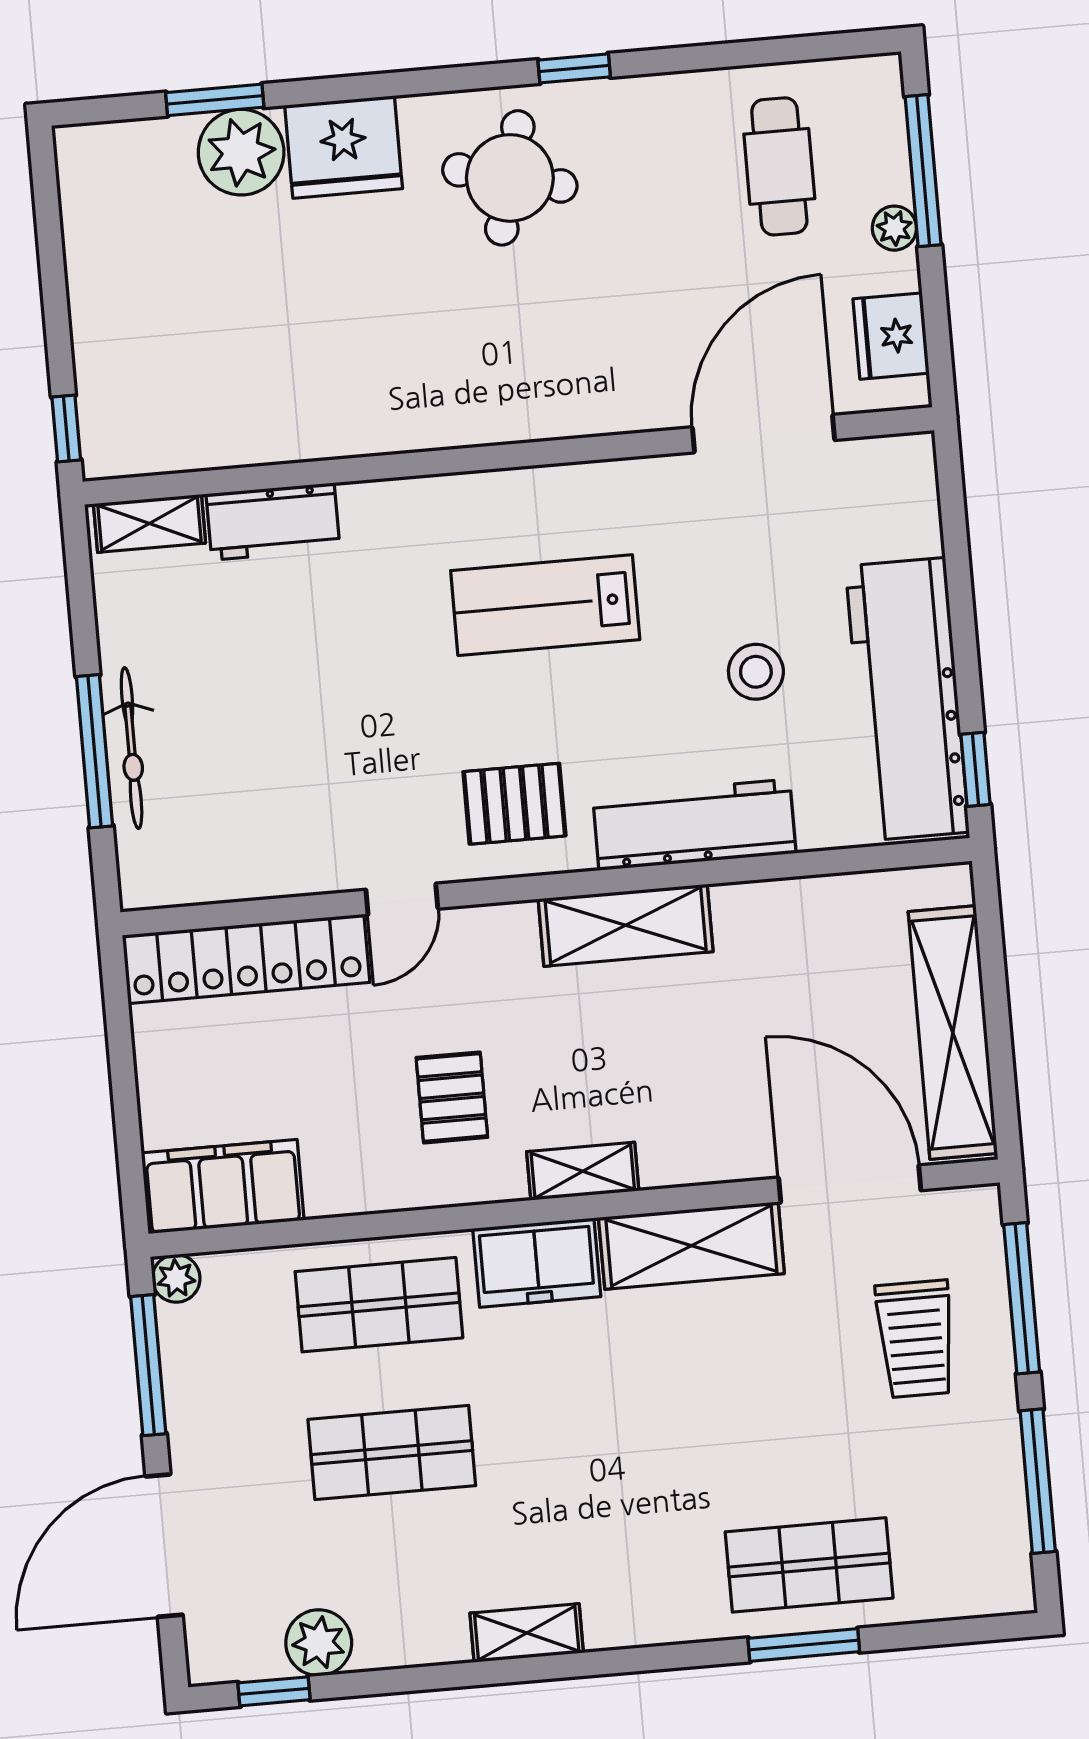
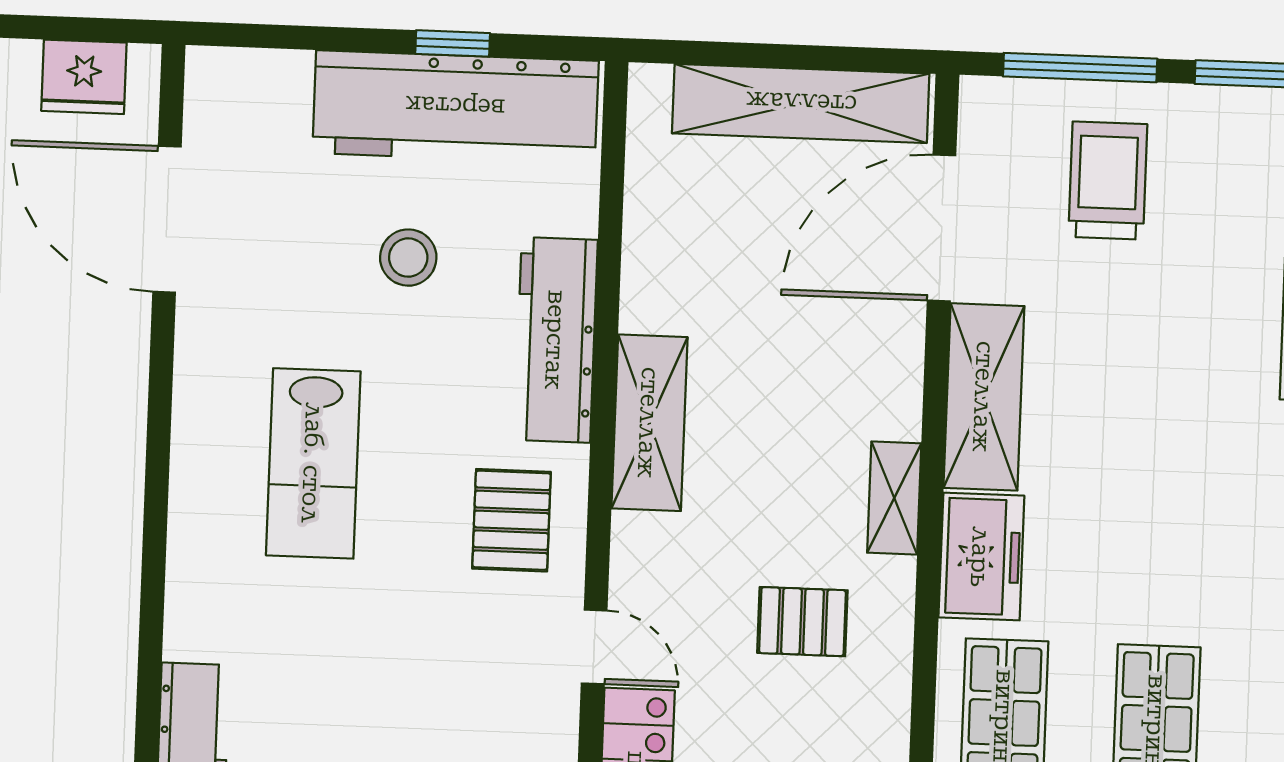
window: (975, 769) -> (453, 43), moved
trolley: (916, 1339) -> (1108, 181), turned -90

